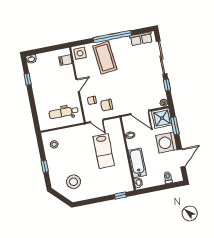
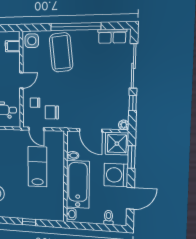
lab bench: (104, 151) -> (37, 167), turned 180
bathtub: (137, 163) -> (78, 184), width x1.36, depth x1.36
window: (120, 196) -> (29, 222), moved

